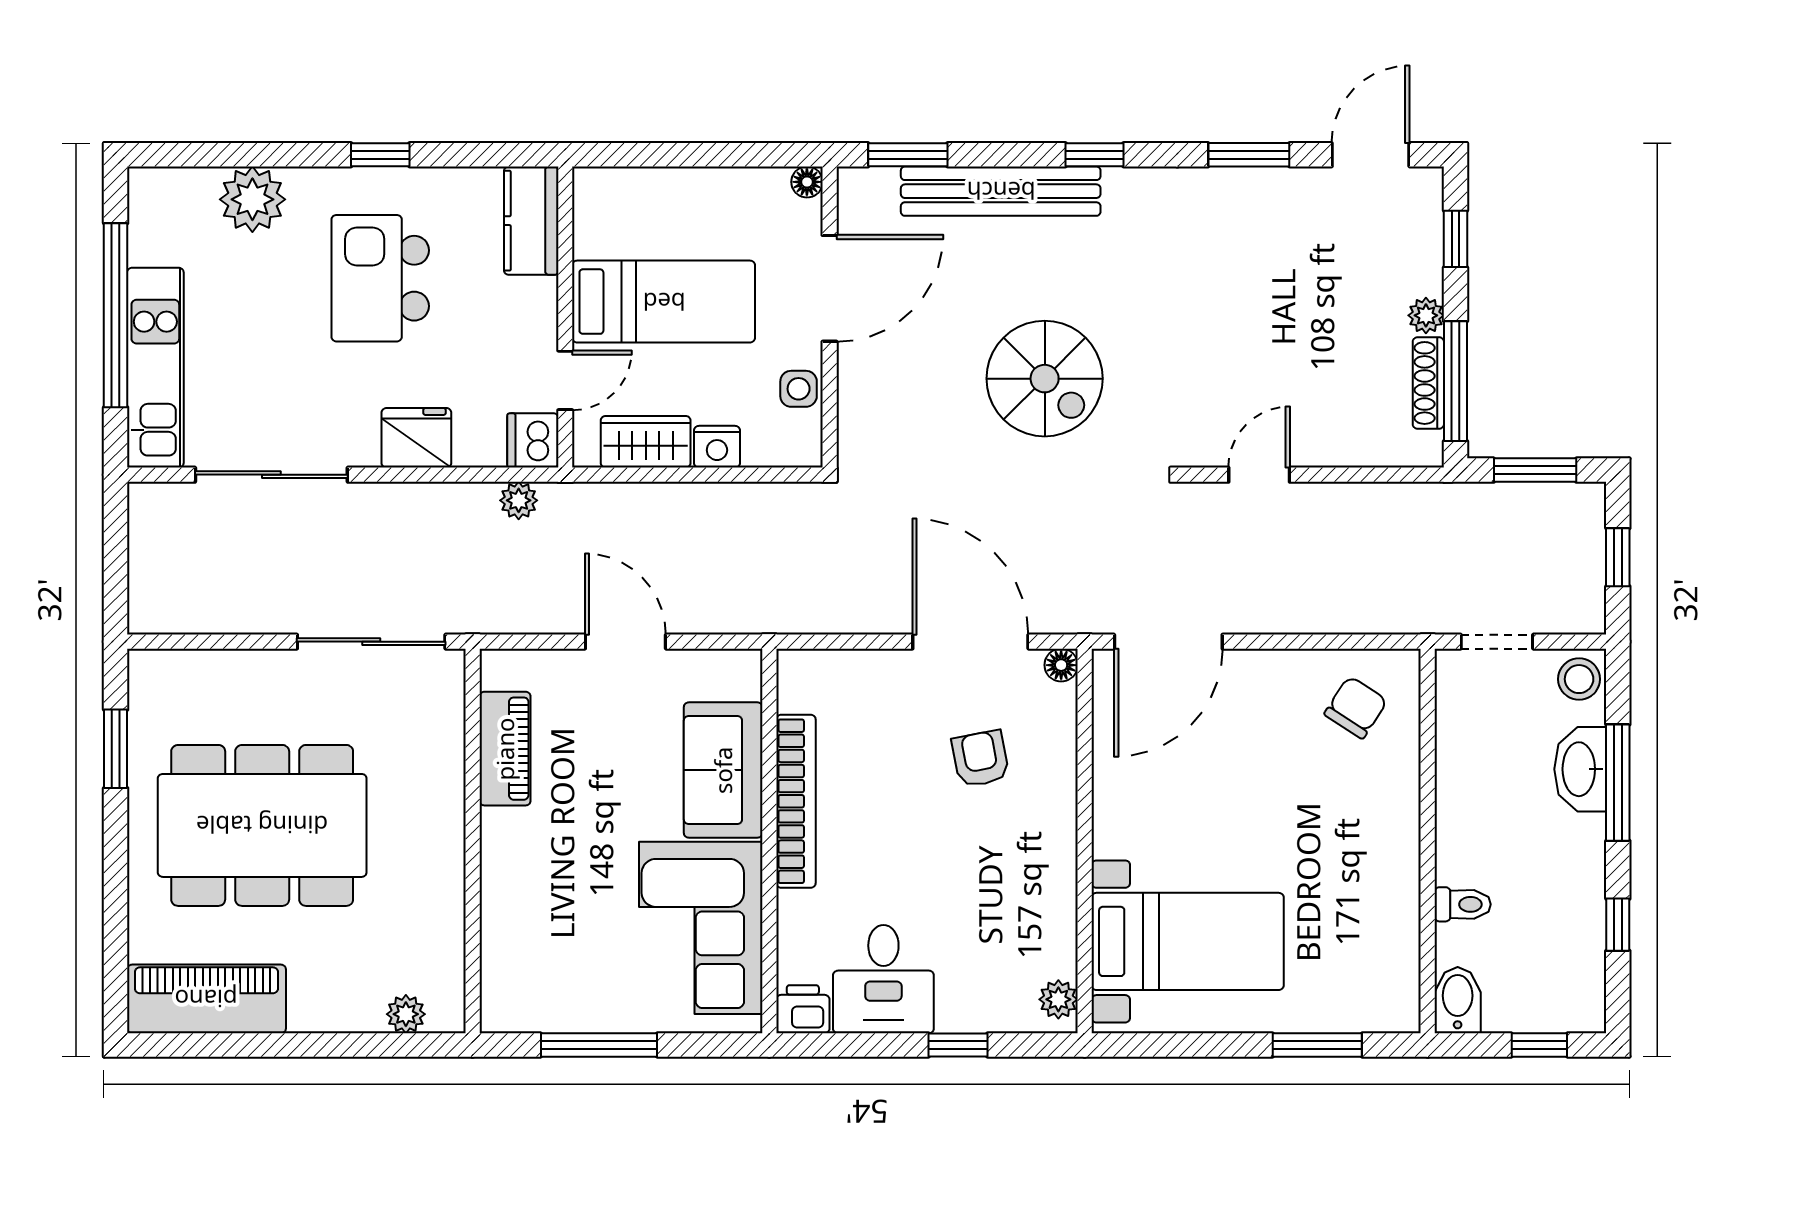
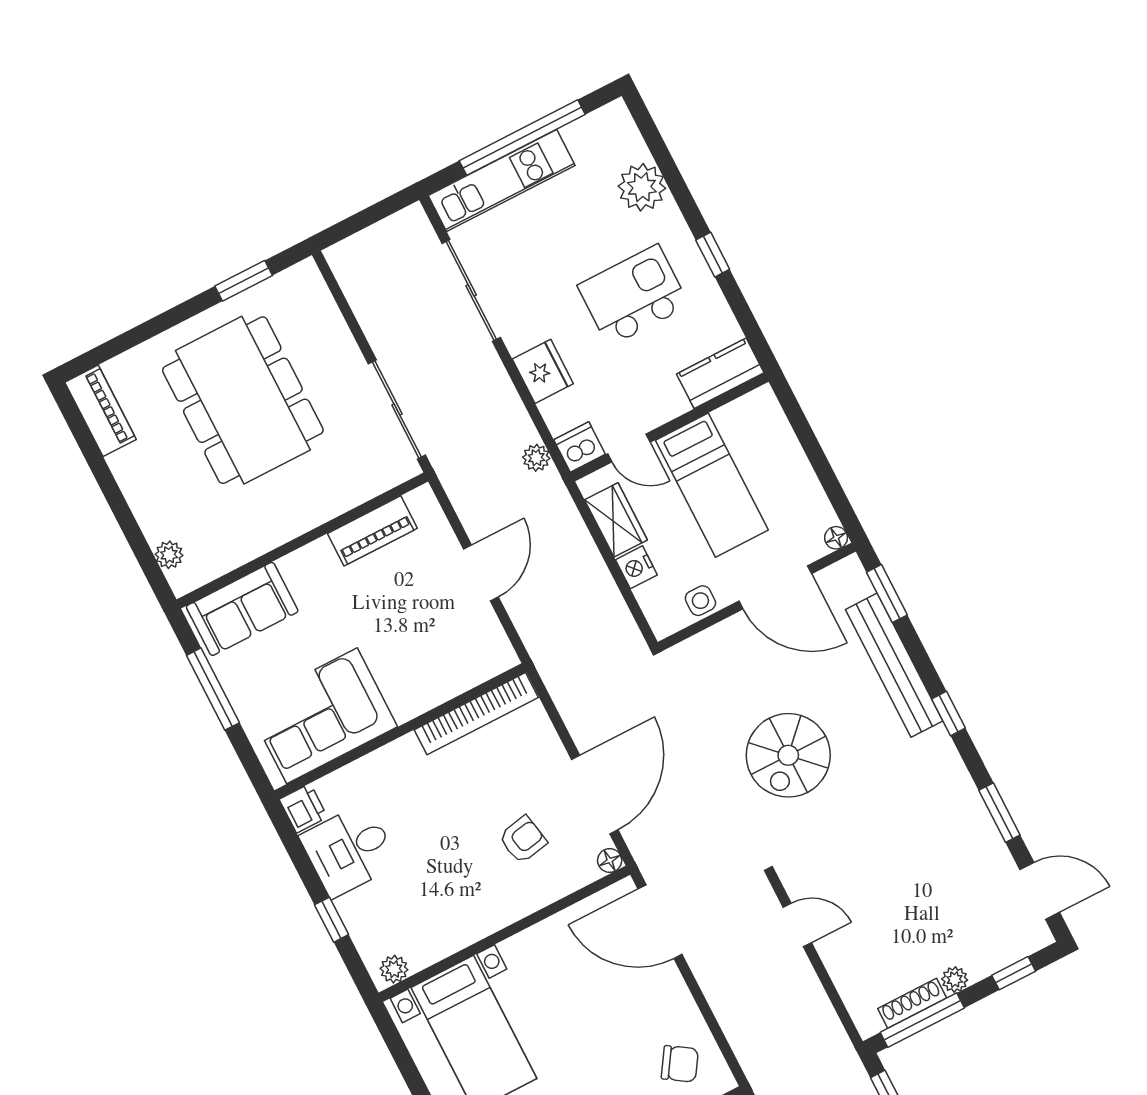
sofa: (723, 770) -> (242, 609), moved, turned 180
bookcase: (796, 801) -> (476, 714), moved
piano: (206, 999) -> (101, 411), width x0.73, depth x0.75

